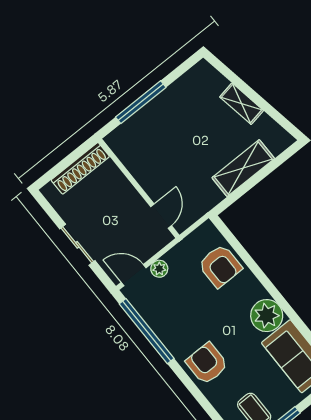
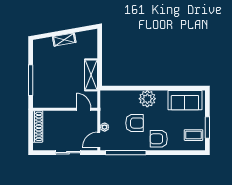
shelving: (243, 168) -> (91, 75), moved
armchair: (220, 266) -> (135, 123), moved
plant: (267, 316) -> (147, 99), moved

